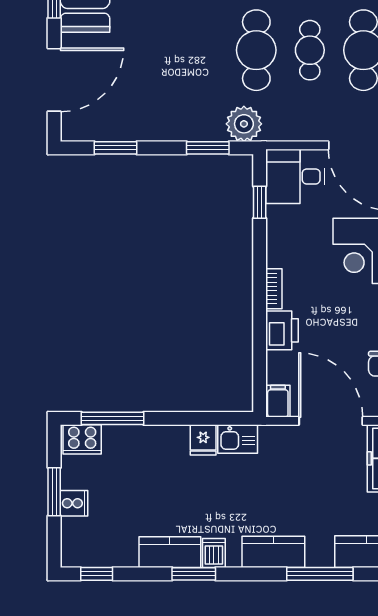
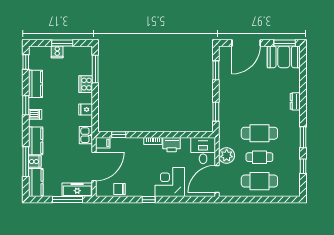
door: (54, 80) -> (246, 43), hinge flipped
plant: (244, 124) -> (227, 155), moved
window: (260, 202) -> (119, 135), moved
printer: (282, 330) -> (172, 145), moved
cooker: (82, 439) -> (86, 84), moved
kitchen sink: (238, 439) -> (86, 135), moved
kitchen counter: (170, 552) -> (35, 84), moved
cooker: (320, 554) -> (35, 162), added

